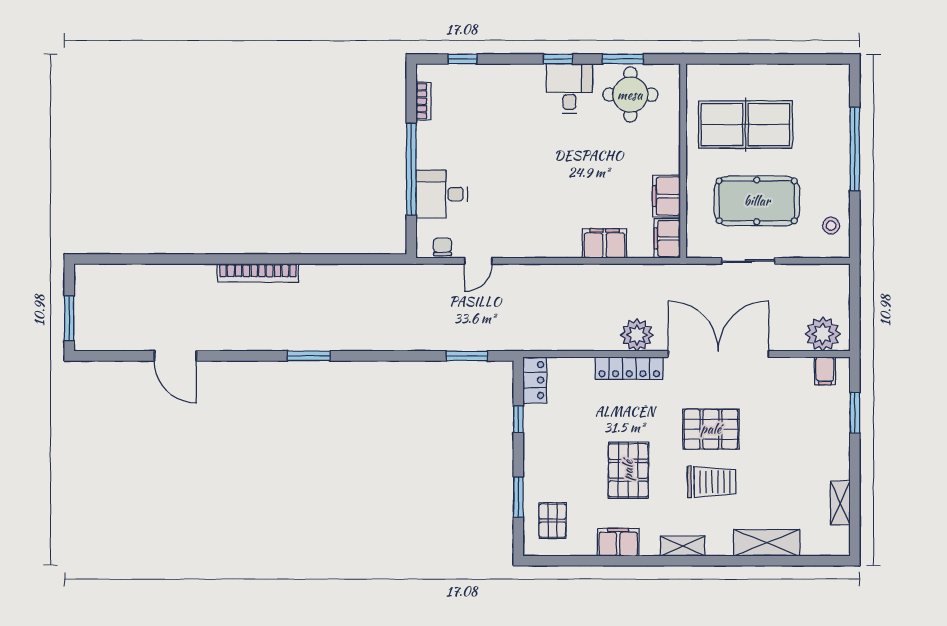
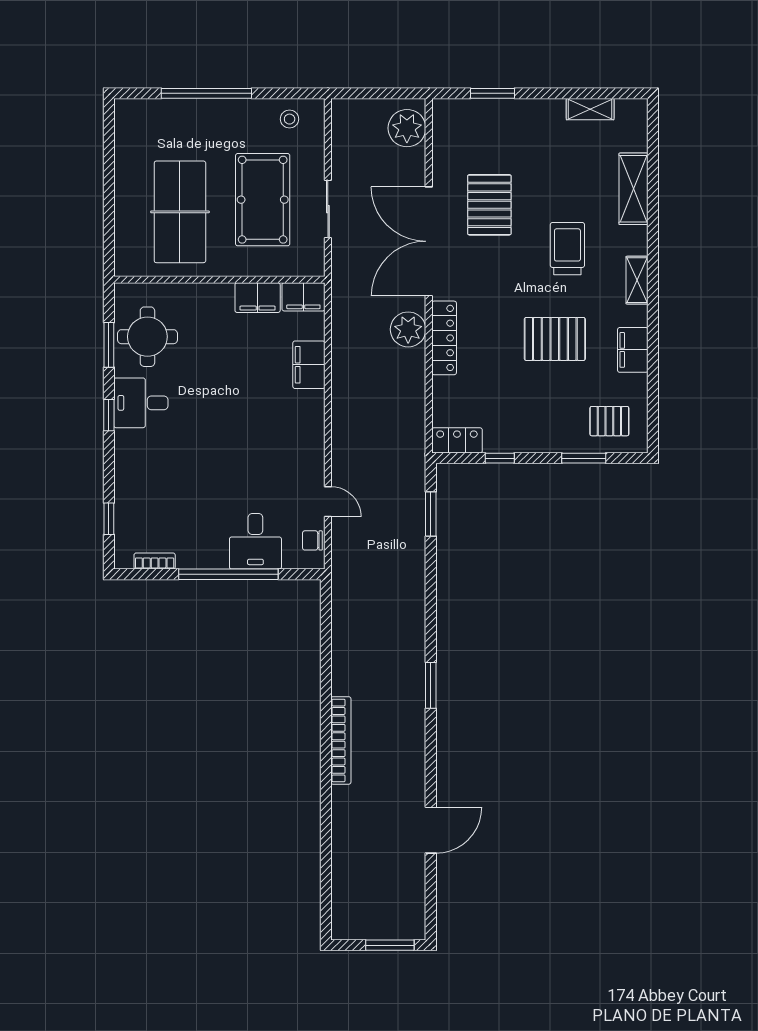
filing cabinet: (825, 371) -> (447, 126), removed
pallet: (711, 429) -> (489, 205), moved

